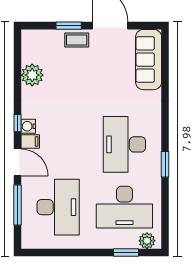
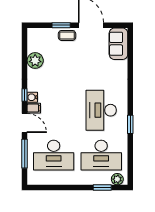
sofa: (149, 60) -> (118, 44), width x0.73
desk: (58, 207) -> (54, 155), turned 90

